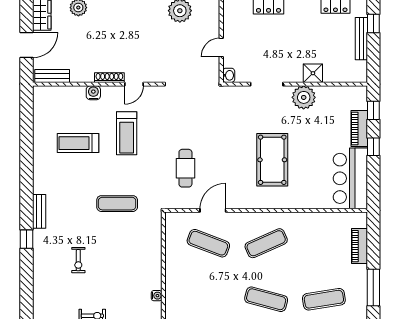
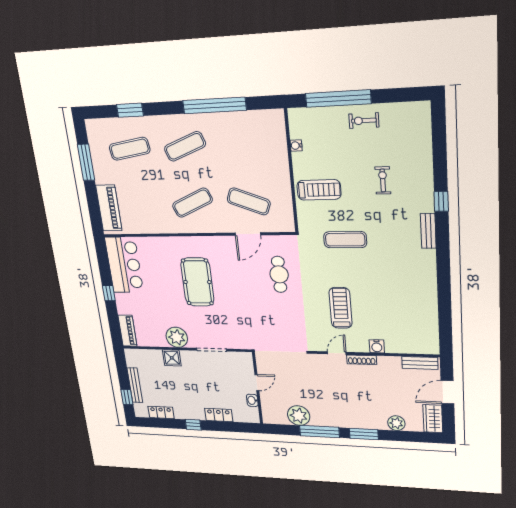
washbasin: (229, 75) -> (252, 400), moved
window: (373, 110) -> (114, 325), removed
piano: (359, 128) -> (127, 331), moved
treadmill: (78, 143) -> (319, 190), moved
piano: (359, 246) -> (109, 208), width x1.37, depth x1.33
exercise mat: (266, 299) -> (185, 146), turned -36

